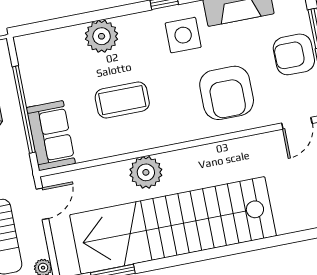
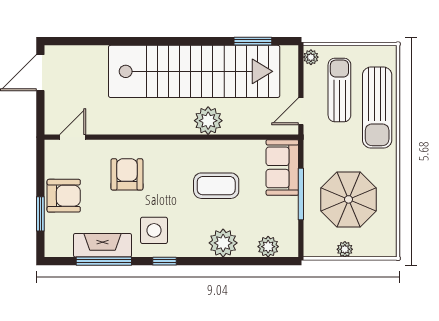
plant: (49, 42) -> (268, 247), added
armchair: (227, 93) -> (127, 174), width x0.73, depth x0.73
window: (24, 110) -> (301, 194), width x0.68

